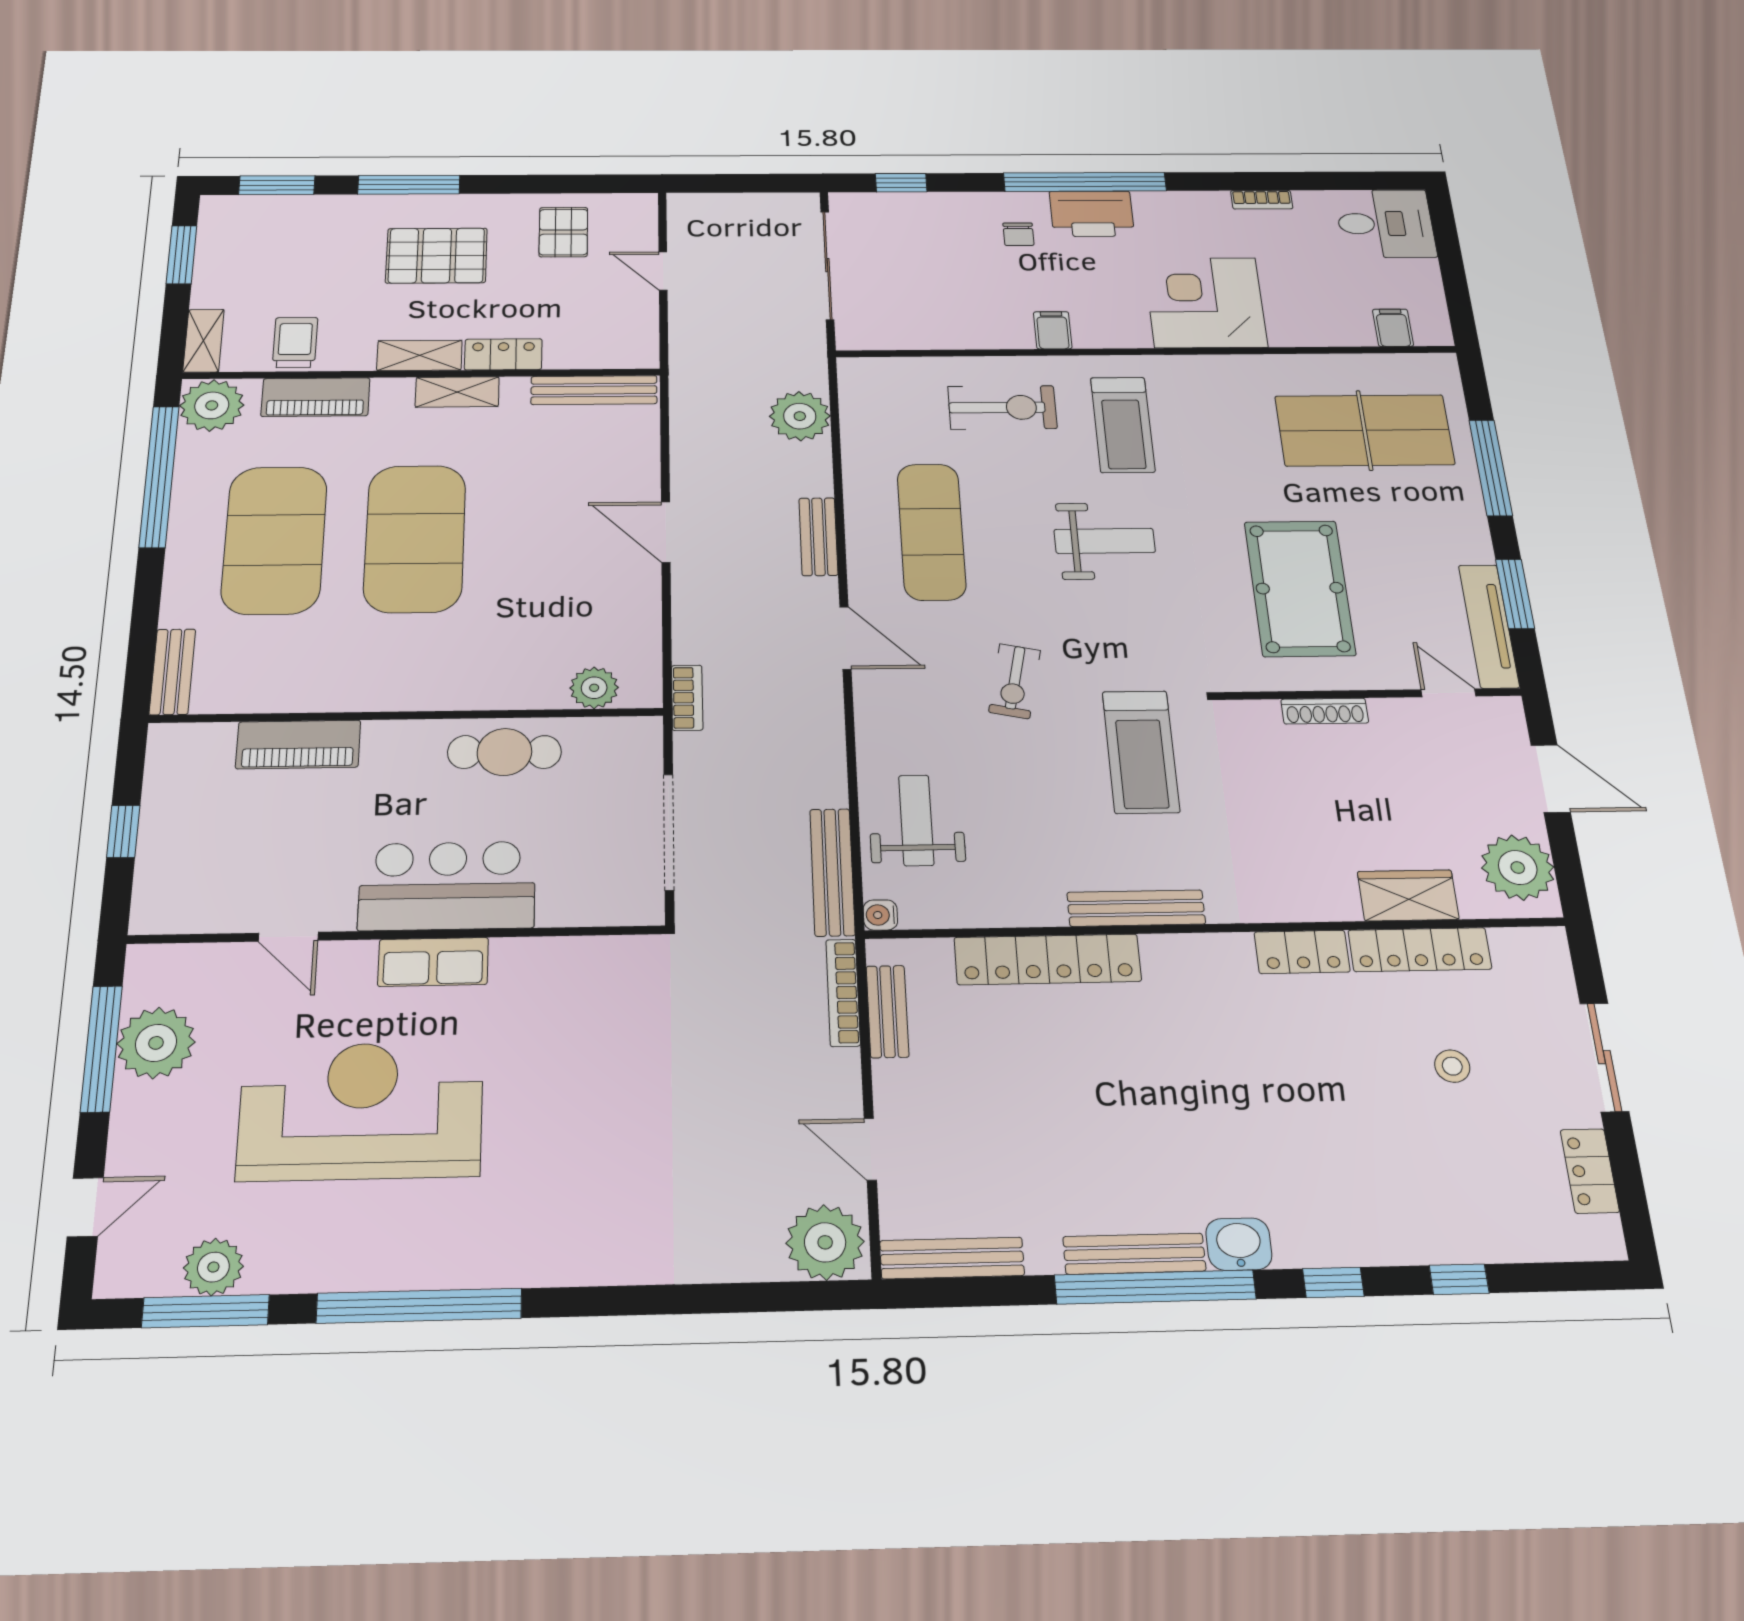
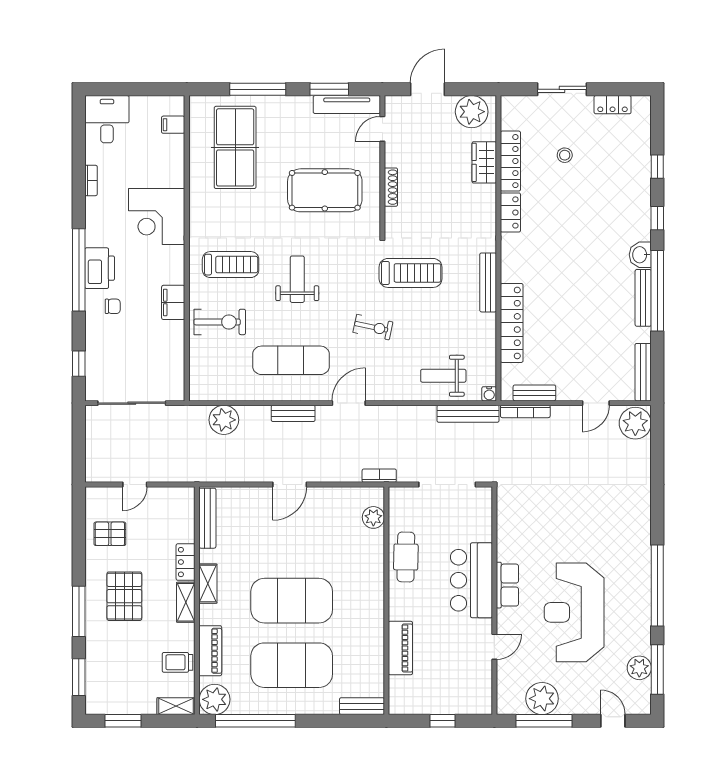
filing cabinet: (1053, 330) -> (173, 302), width x2.00
exercise bike: (1002, 407) -> (220, 322), turned 90

